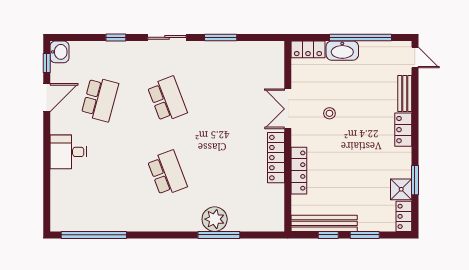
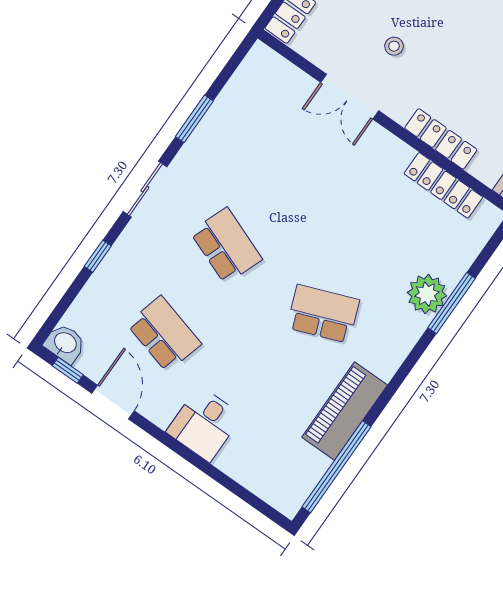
school desk: (167, 99) -> (226, 246), turned 42
locker: (276, 158) -> (443, 185), moved
piano: (125, 219) -> (345, 411), added

